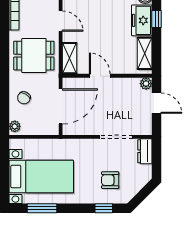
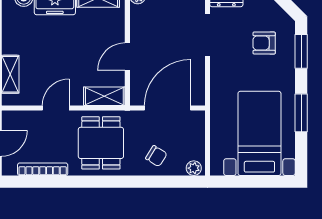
door: (61, 106) -> (168, 108), hinge flipped
armchair: (110, 180) -> (264, 43), turned 90
window: (42, 208) -> (301, 113), moved
window: (104, 208) -> (301, 51), width x1.50

